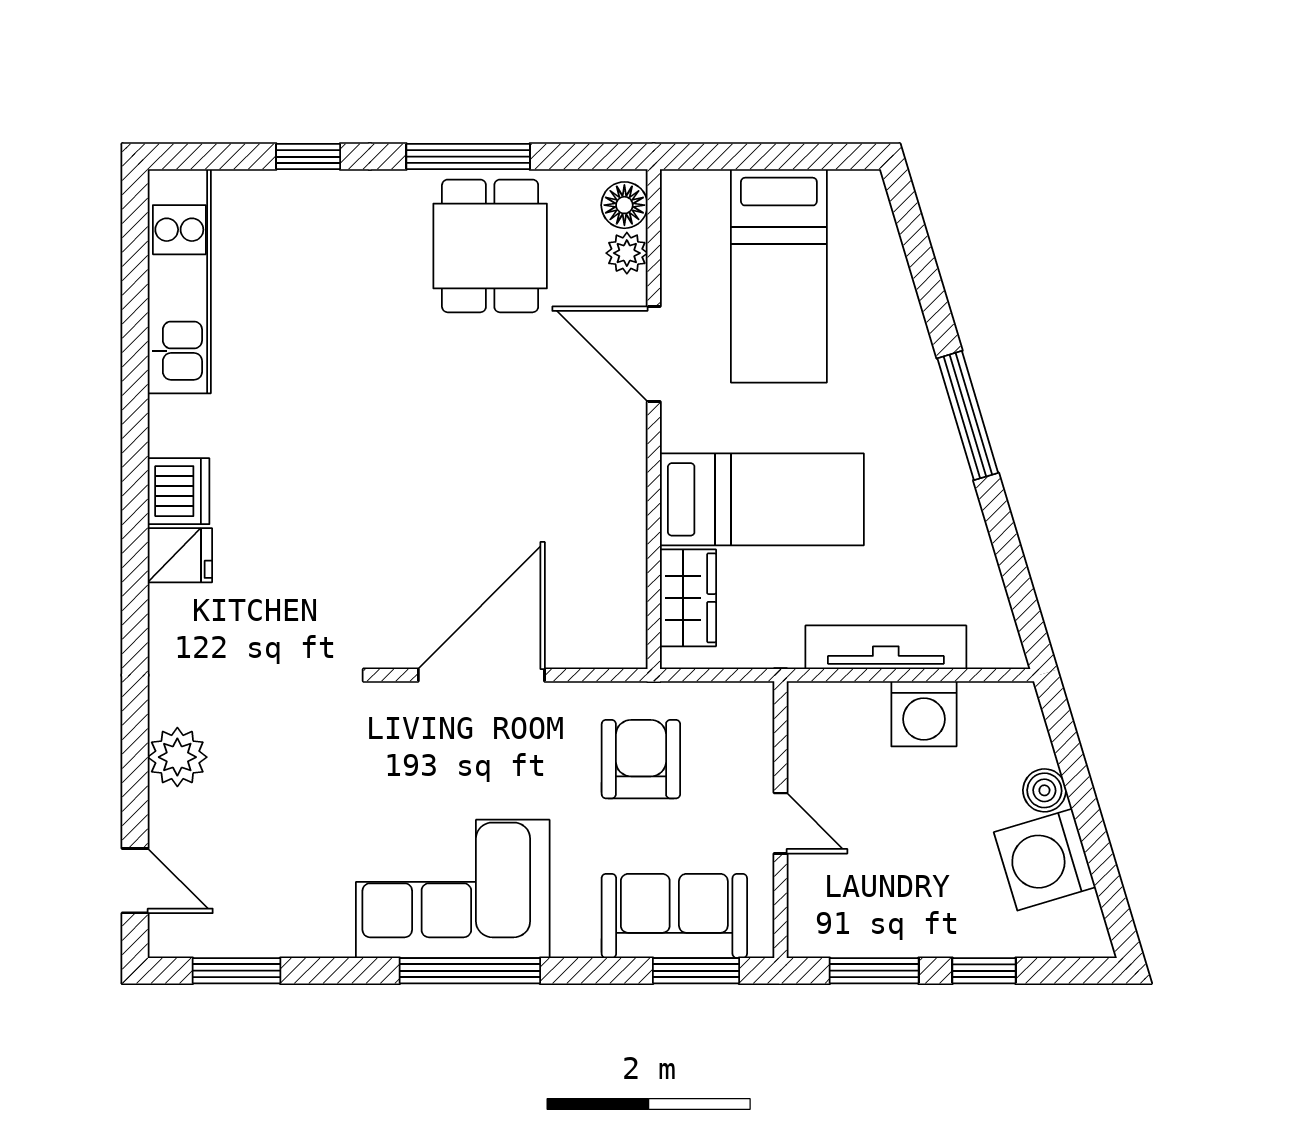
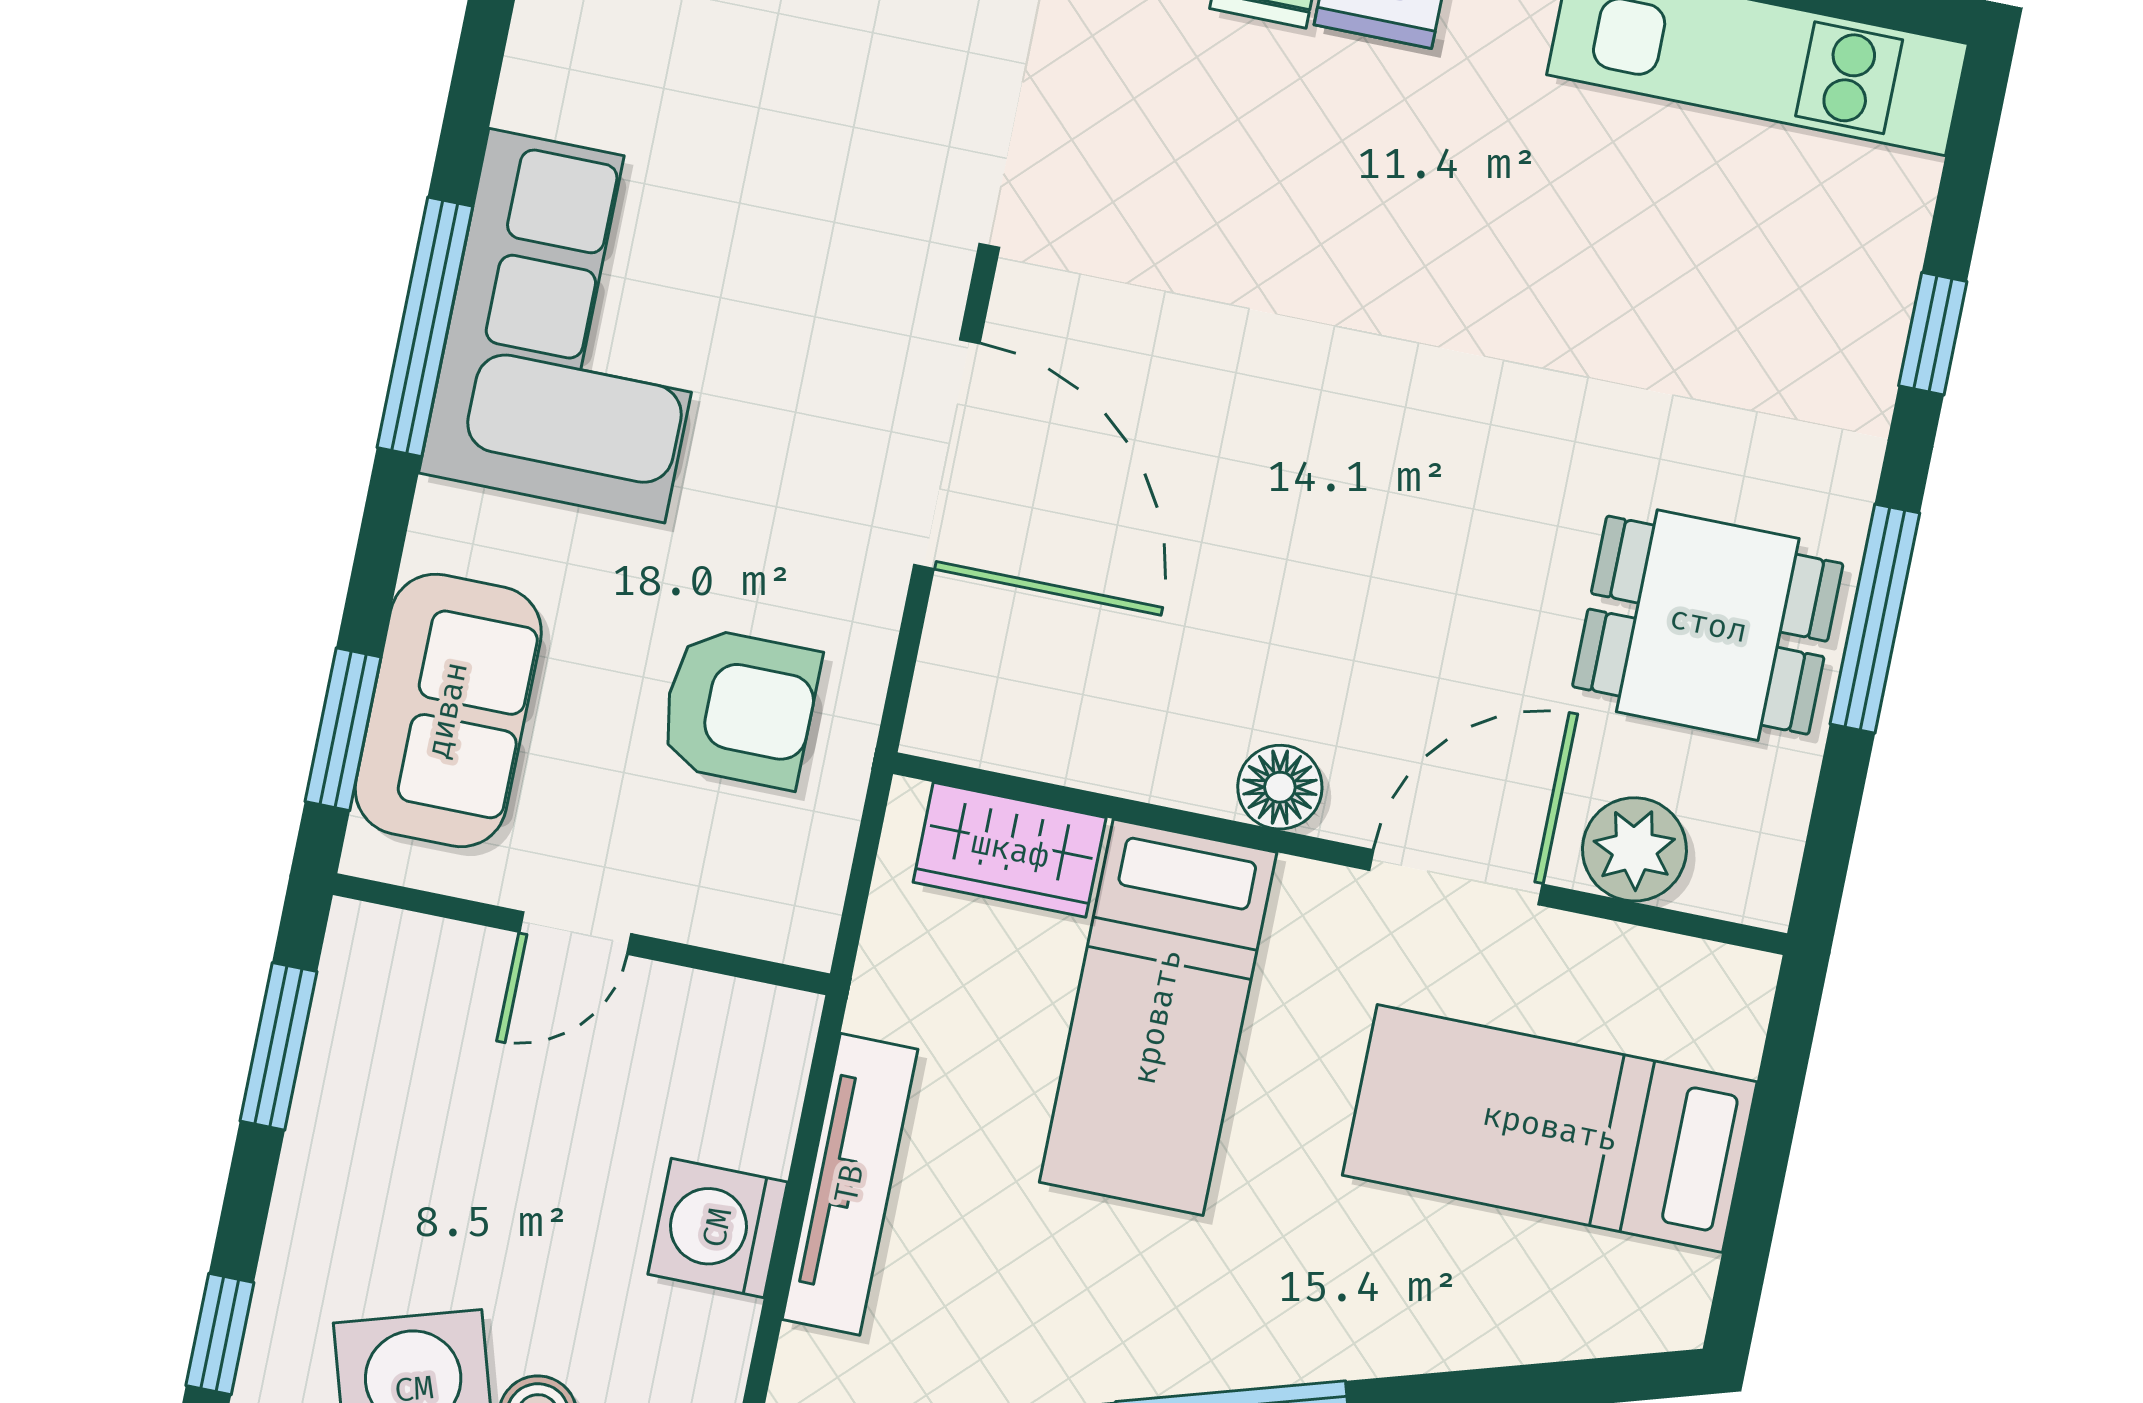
floor lamp: (624, 205) -> (1280, 787), moved
plant: (627, 253) -> (1634, 849), width x1.38, depth x1.38
window: (984, 971) -> (220, 1334), moved

